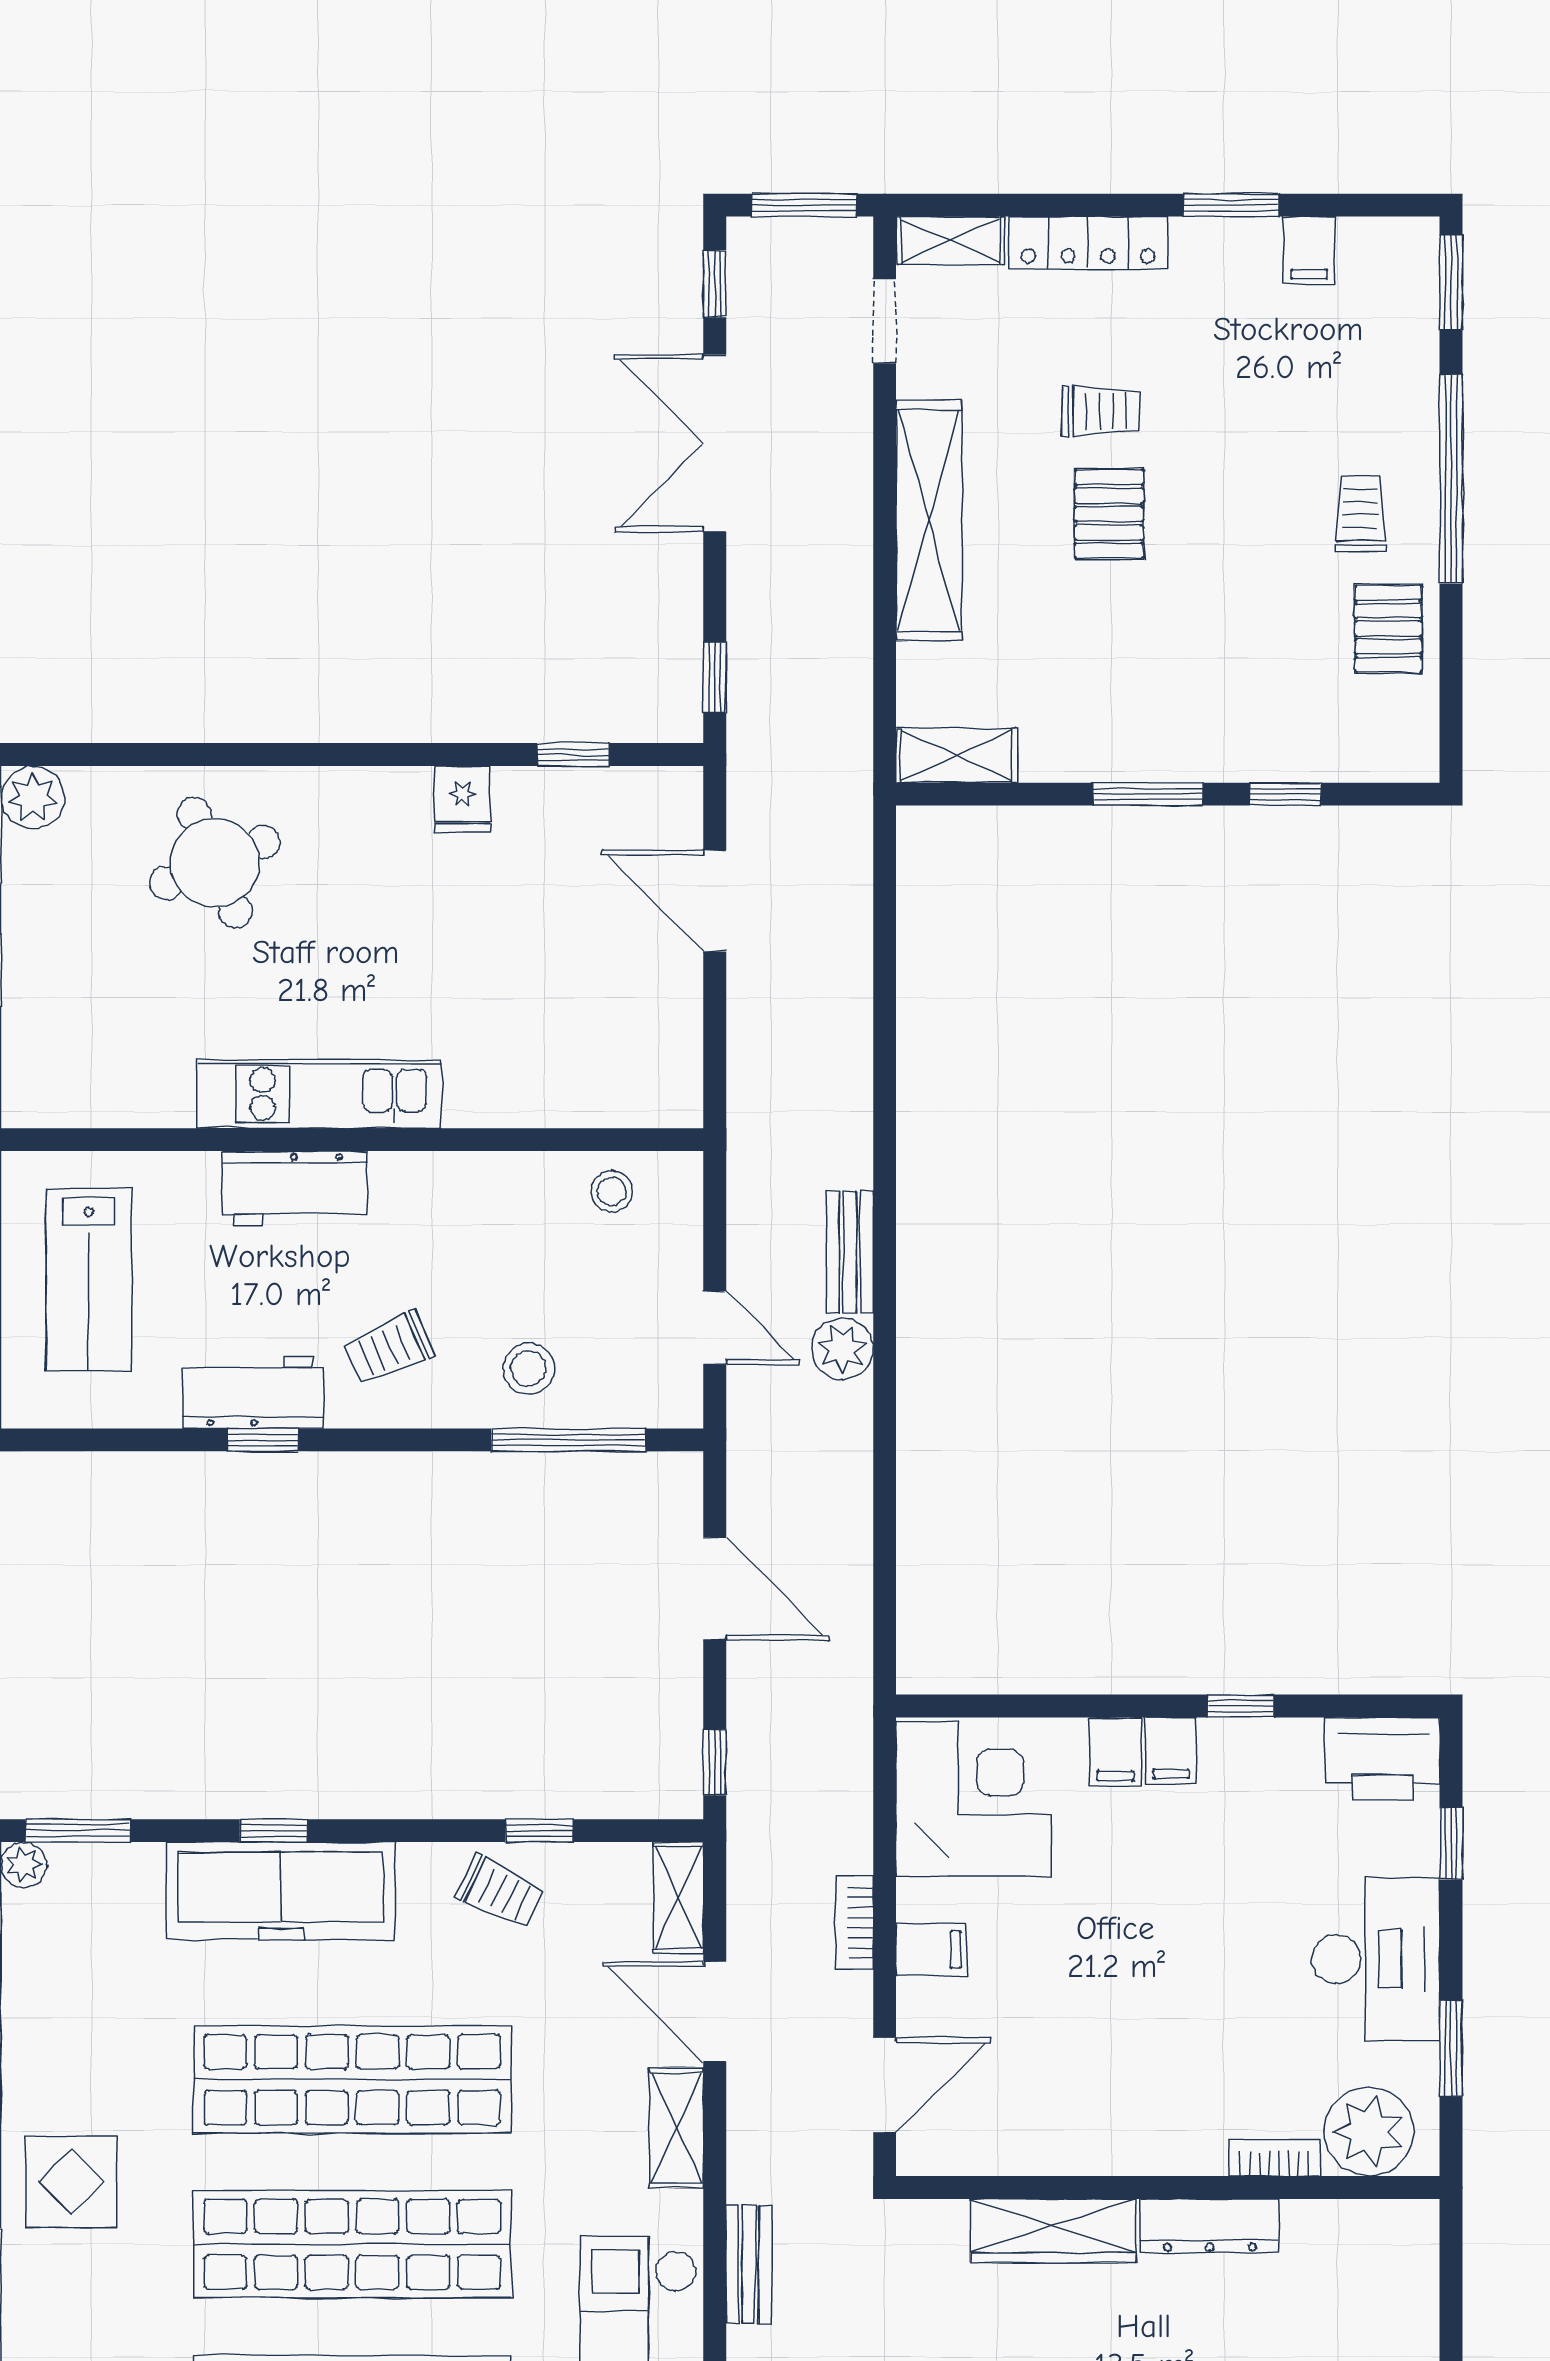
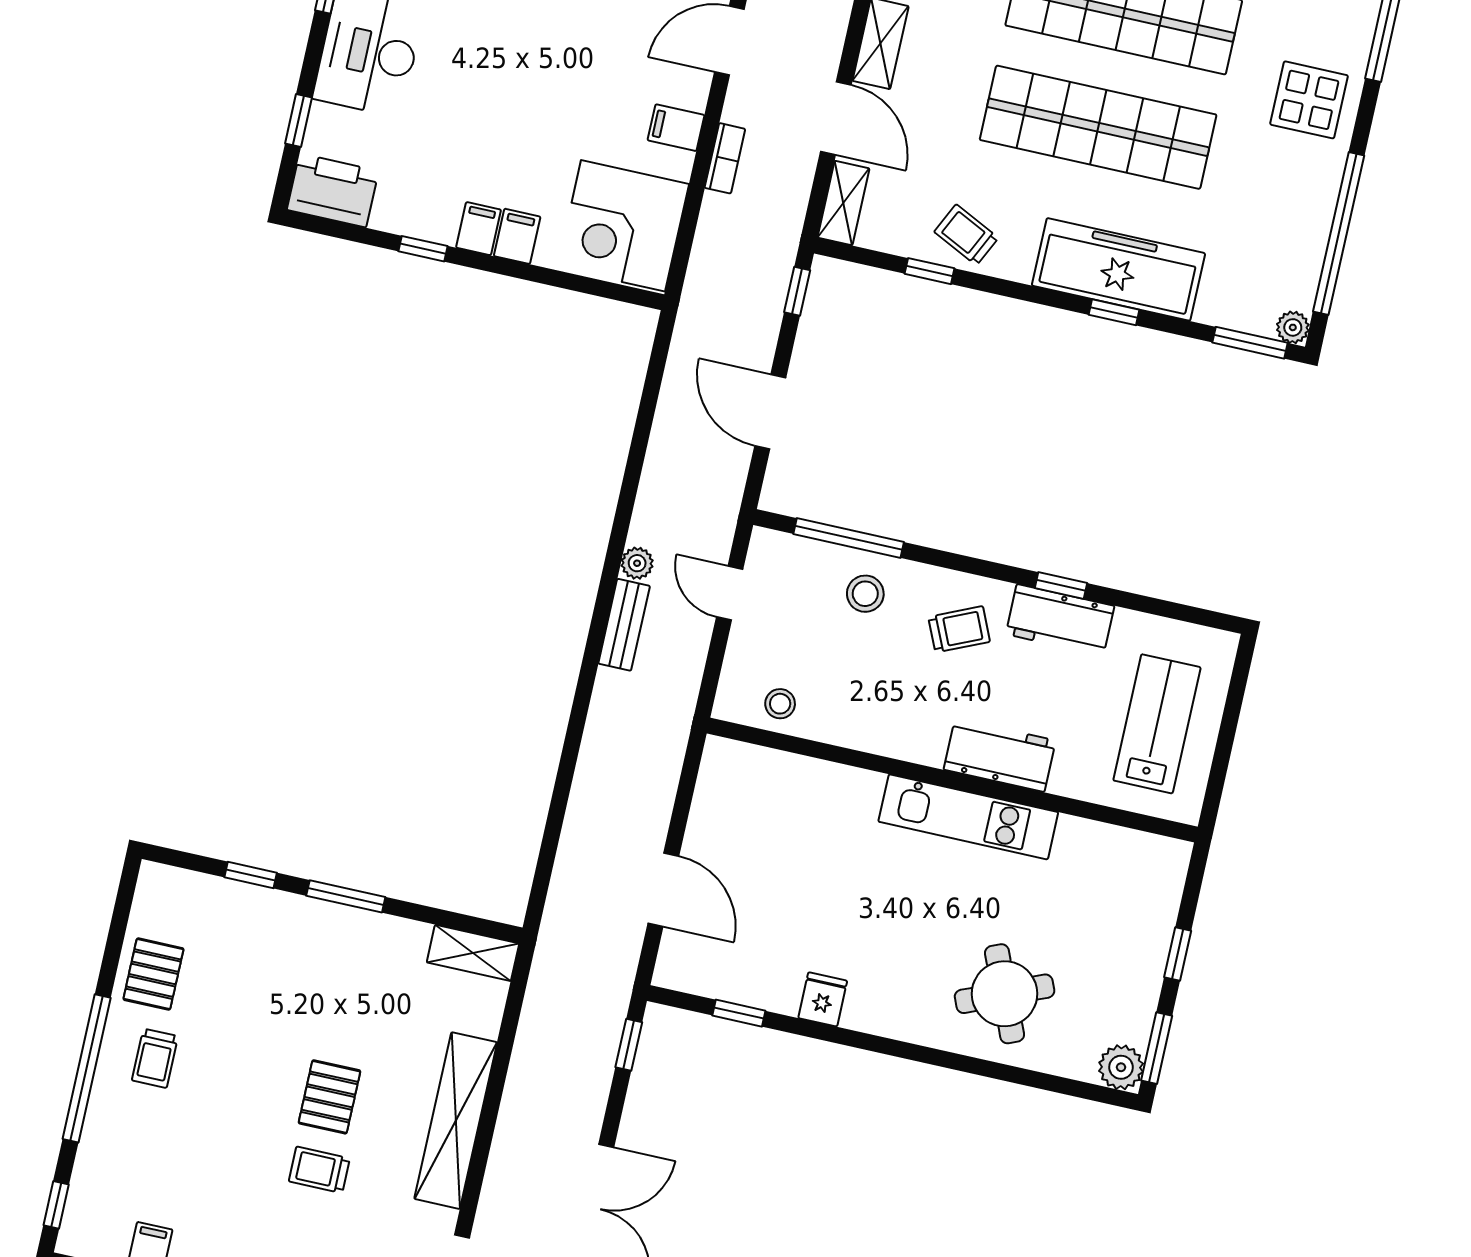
window: (1451, 282) -> (56, 1205), width x0.67
plant: (842, 1349) -> (637, 563), width x0.73, depth x0.73

